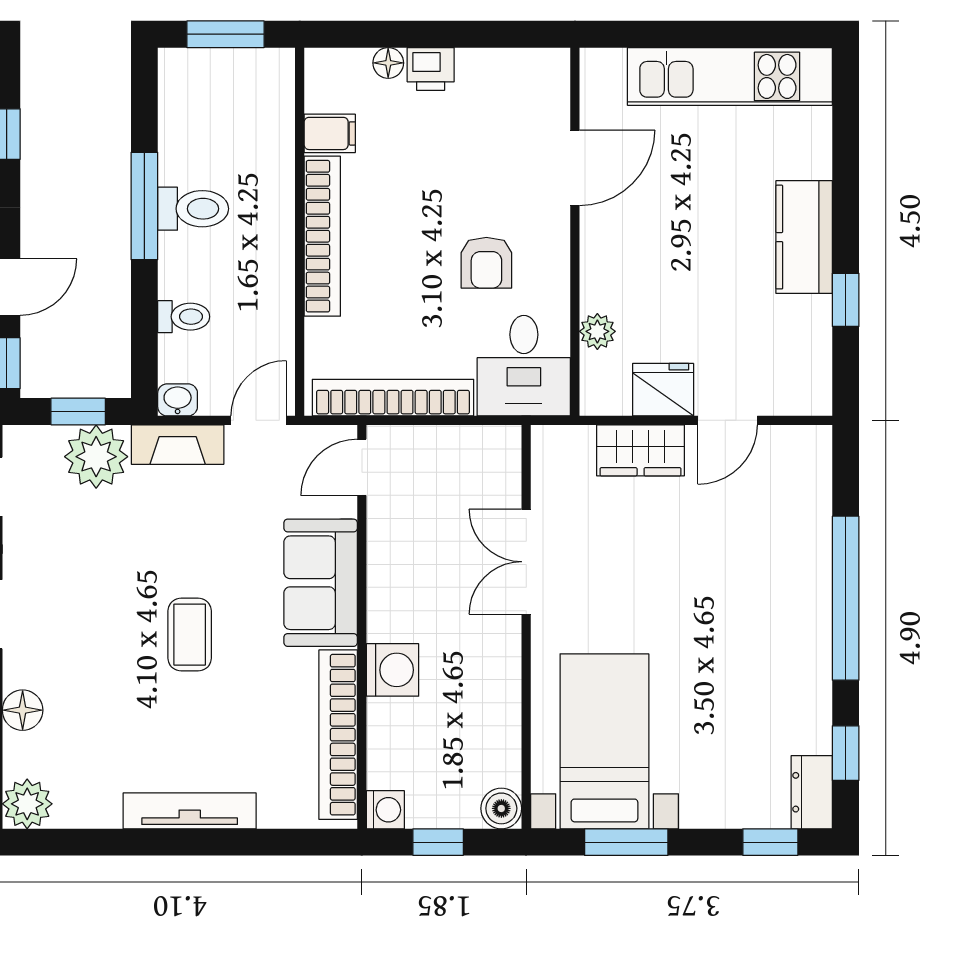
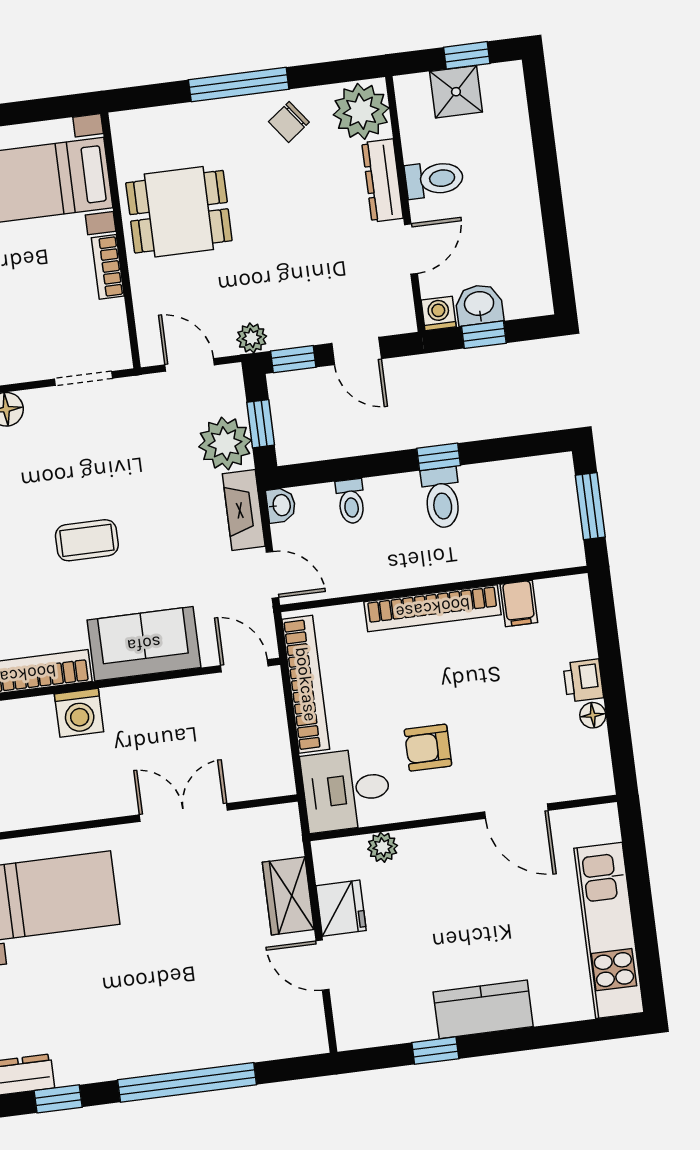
floor lamp: (388, 63) -> (593, 715), moved
window: (144, 206) -> (439, 457), width x0.46

